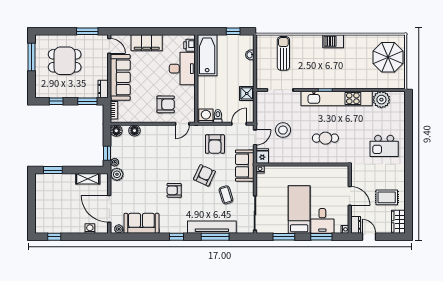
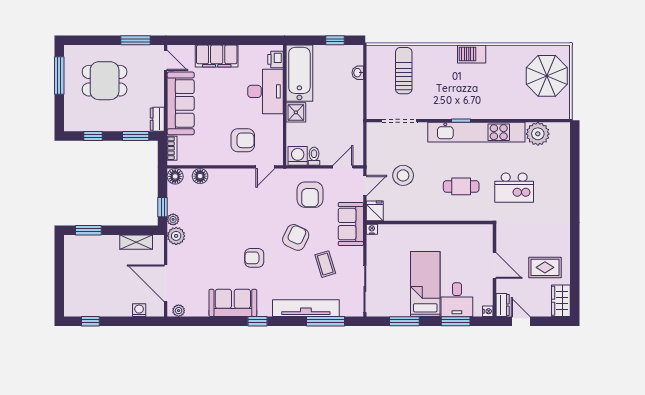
shower: (247, 93) -> (296, 112), moved
kitchen island: (384, 146) -> (514, 188), moved
sofa: (141, 223) -> (233, 303), moved
window: (215, 237) -> (326, 321), moved

